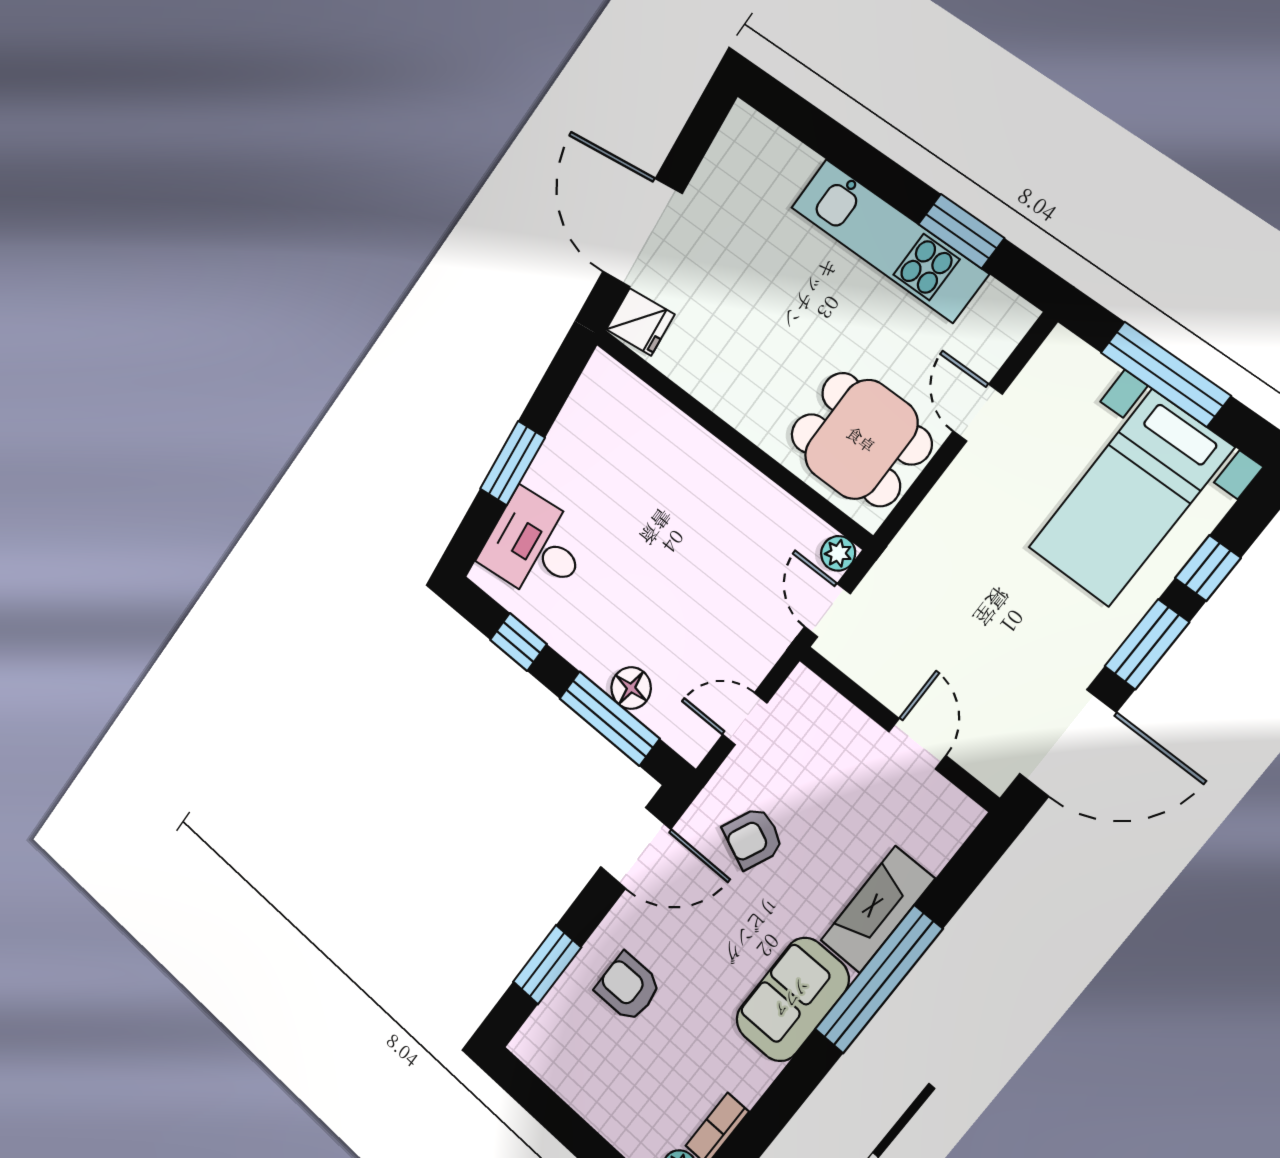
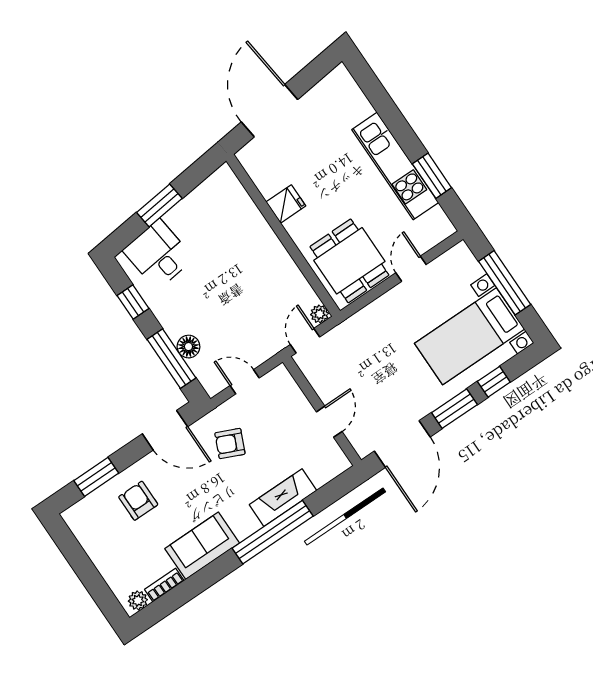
fridge: (640, 322) -> (286, 204), moved, turned -83
door: (1068, 743) -> (402, 444), hinge flipped
sofa: (792, 999) -> (202, 546), moved

